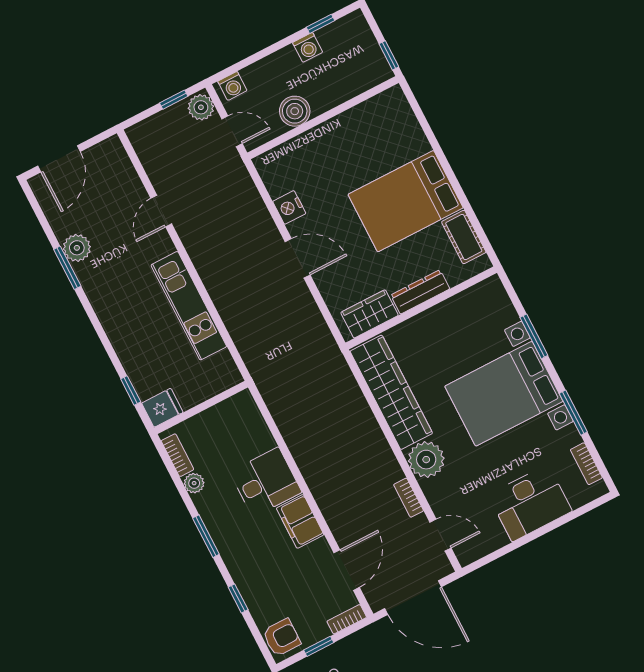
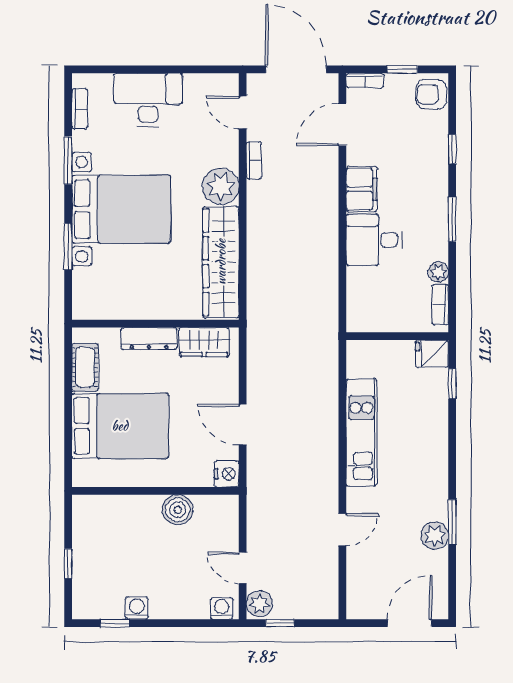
boiler: (295, 111) -> (178, 510), moved
wall: (323, 118) -> (155, 491), moved

